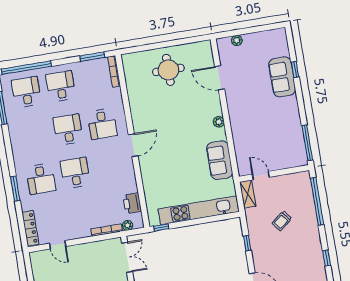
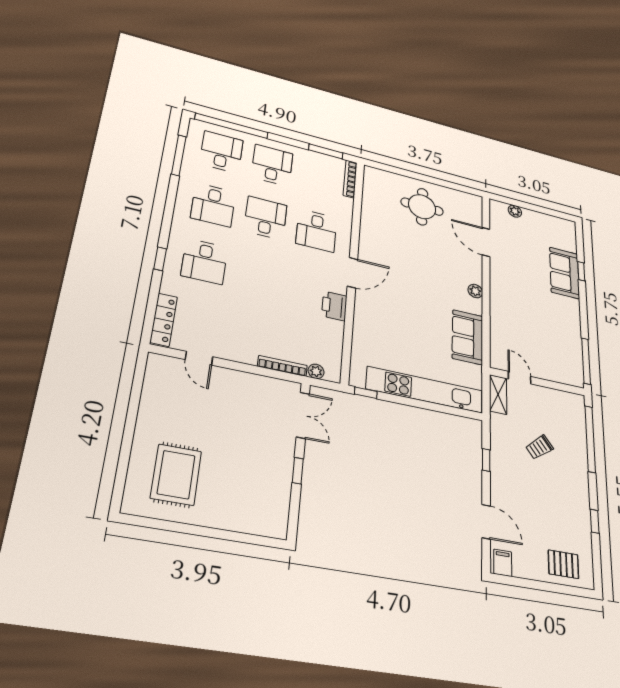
desk: (75, 173) -> (213, 205), moved, turned 180
window: (15, 189) -> (160, 259), width x0.67
printer: (132, 203) -> (334, 306), moved

